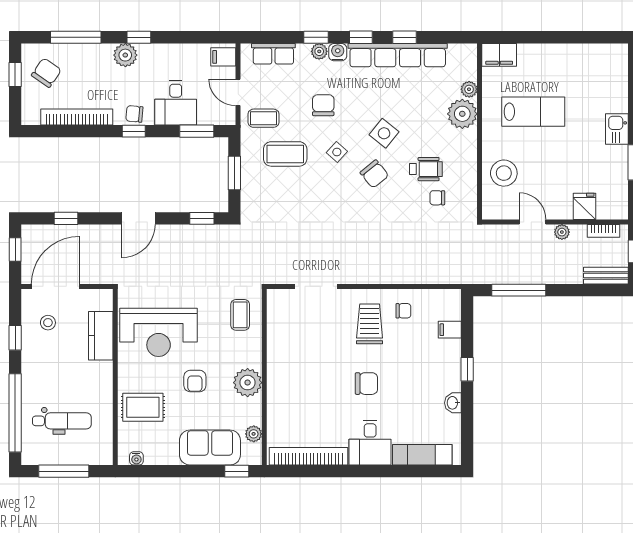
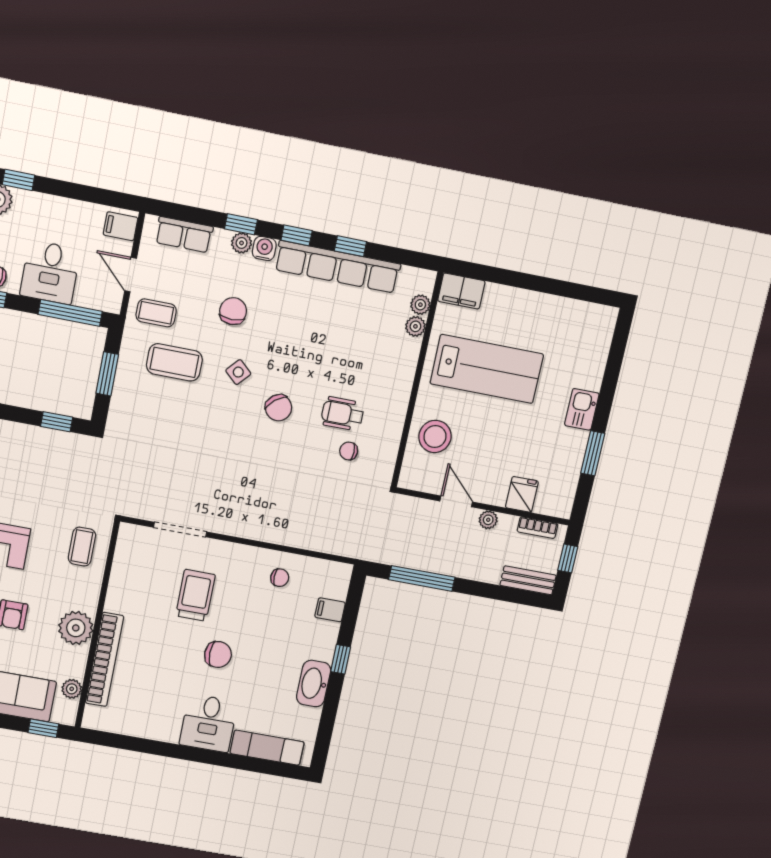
lab bench: (533, 112) -> (487, 369), width x1.36, depth x1.39
plant: (462, 114) -> (420, 305), moved, width x0.53, depth x0.53
window: (197, 131) -> (70, 313), width x1.44
side table: (384, 133) -> (301, 360), removed
wheelchair: (426, 169) -> (342, 414), turned 180
trolley: (370, 324) -> (195, 595), moved
washbasin: (453, 403) -> (314, 684), width x1.91, depth x1.45
bookcase: (308, 456) -> (105, 660), moved, turned 90

